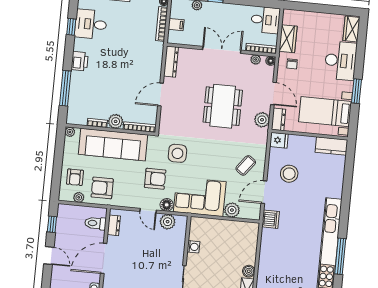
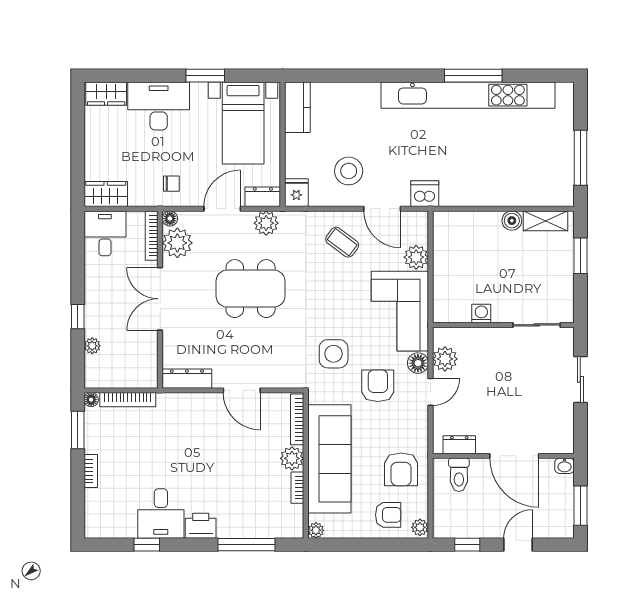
desk: (91, 24) -> (161, 513), moved
filing cabinet: (176, 25) -> (126, 376), removed
wardrobe: (288, 39) -> (106, 194), moved
plant: (256, 60) -> (177, 243), width x1.88, depth x1.88
plant: (79, 197) -> (420, 527), moved

